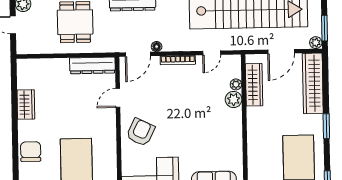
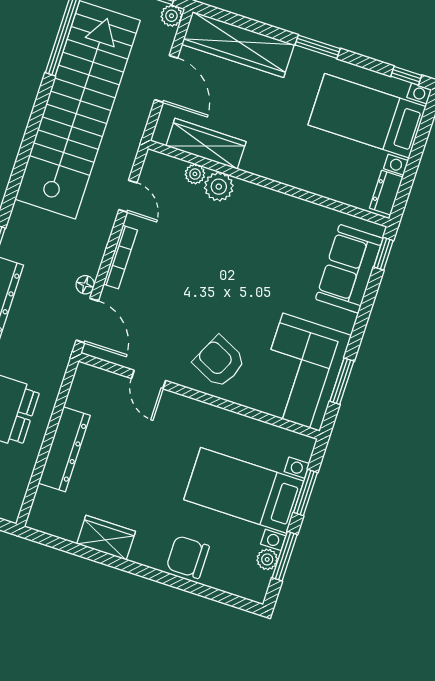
dresser: (92, 65) -> (64, 449), moved

